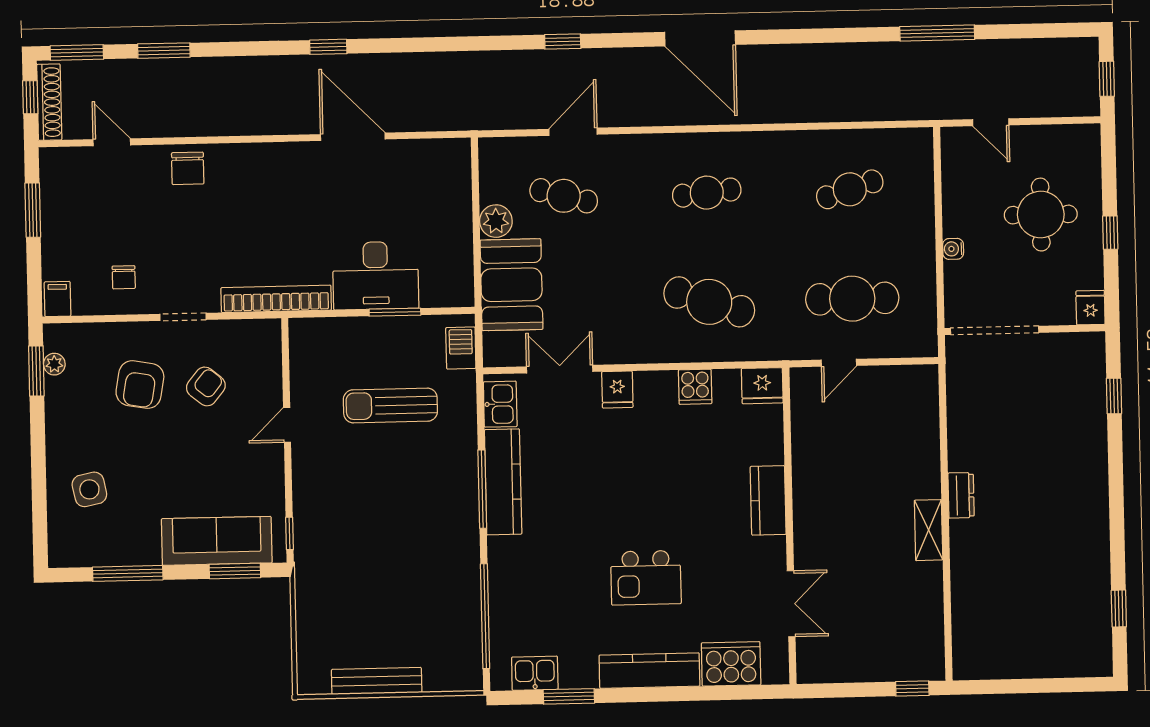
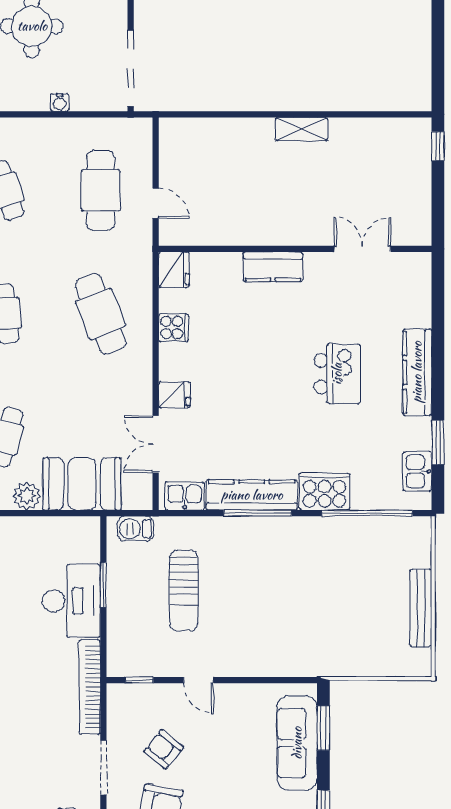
cafe table: (709, 302) -> (101, 314), turned -39
doorway: (183, 317) -> (103, 768), width x1.38
dresser: (961, 495) -> (272, 100), removed
window: (290, 533) -> (139, 680), moved
cooker: (731, 664) -> (324, 491), moved, turned 90

